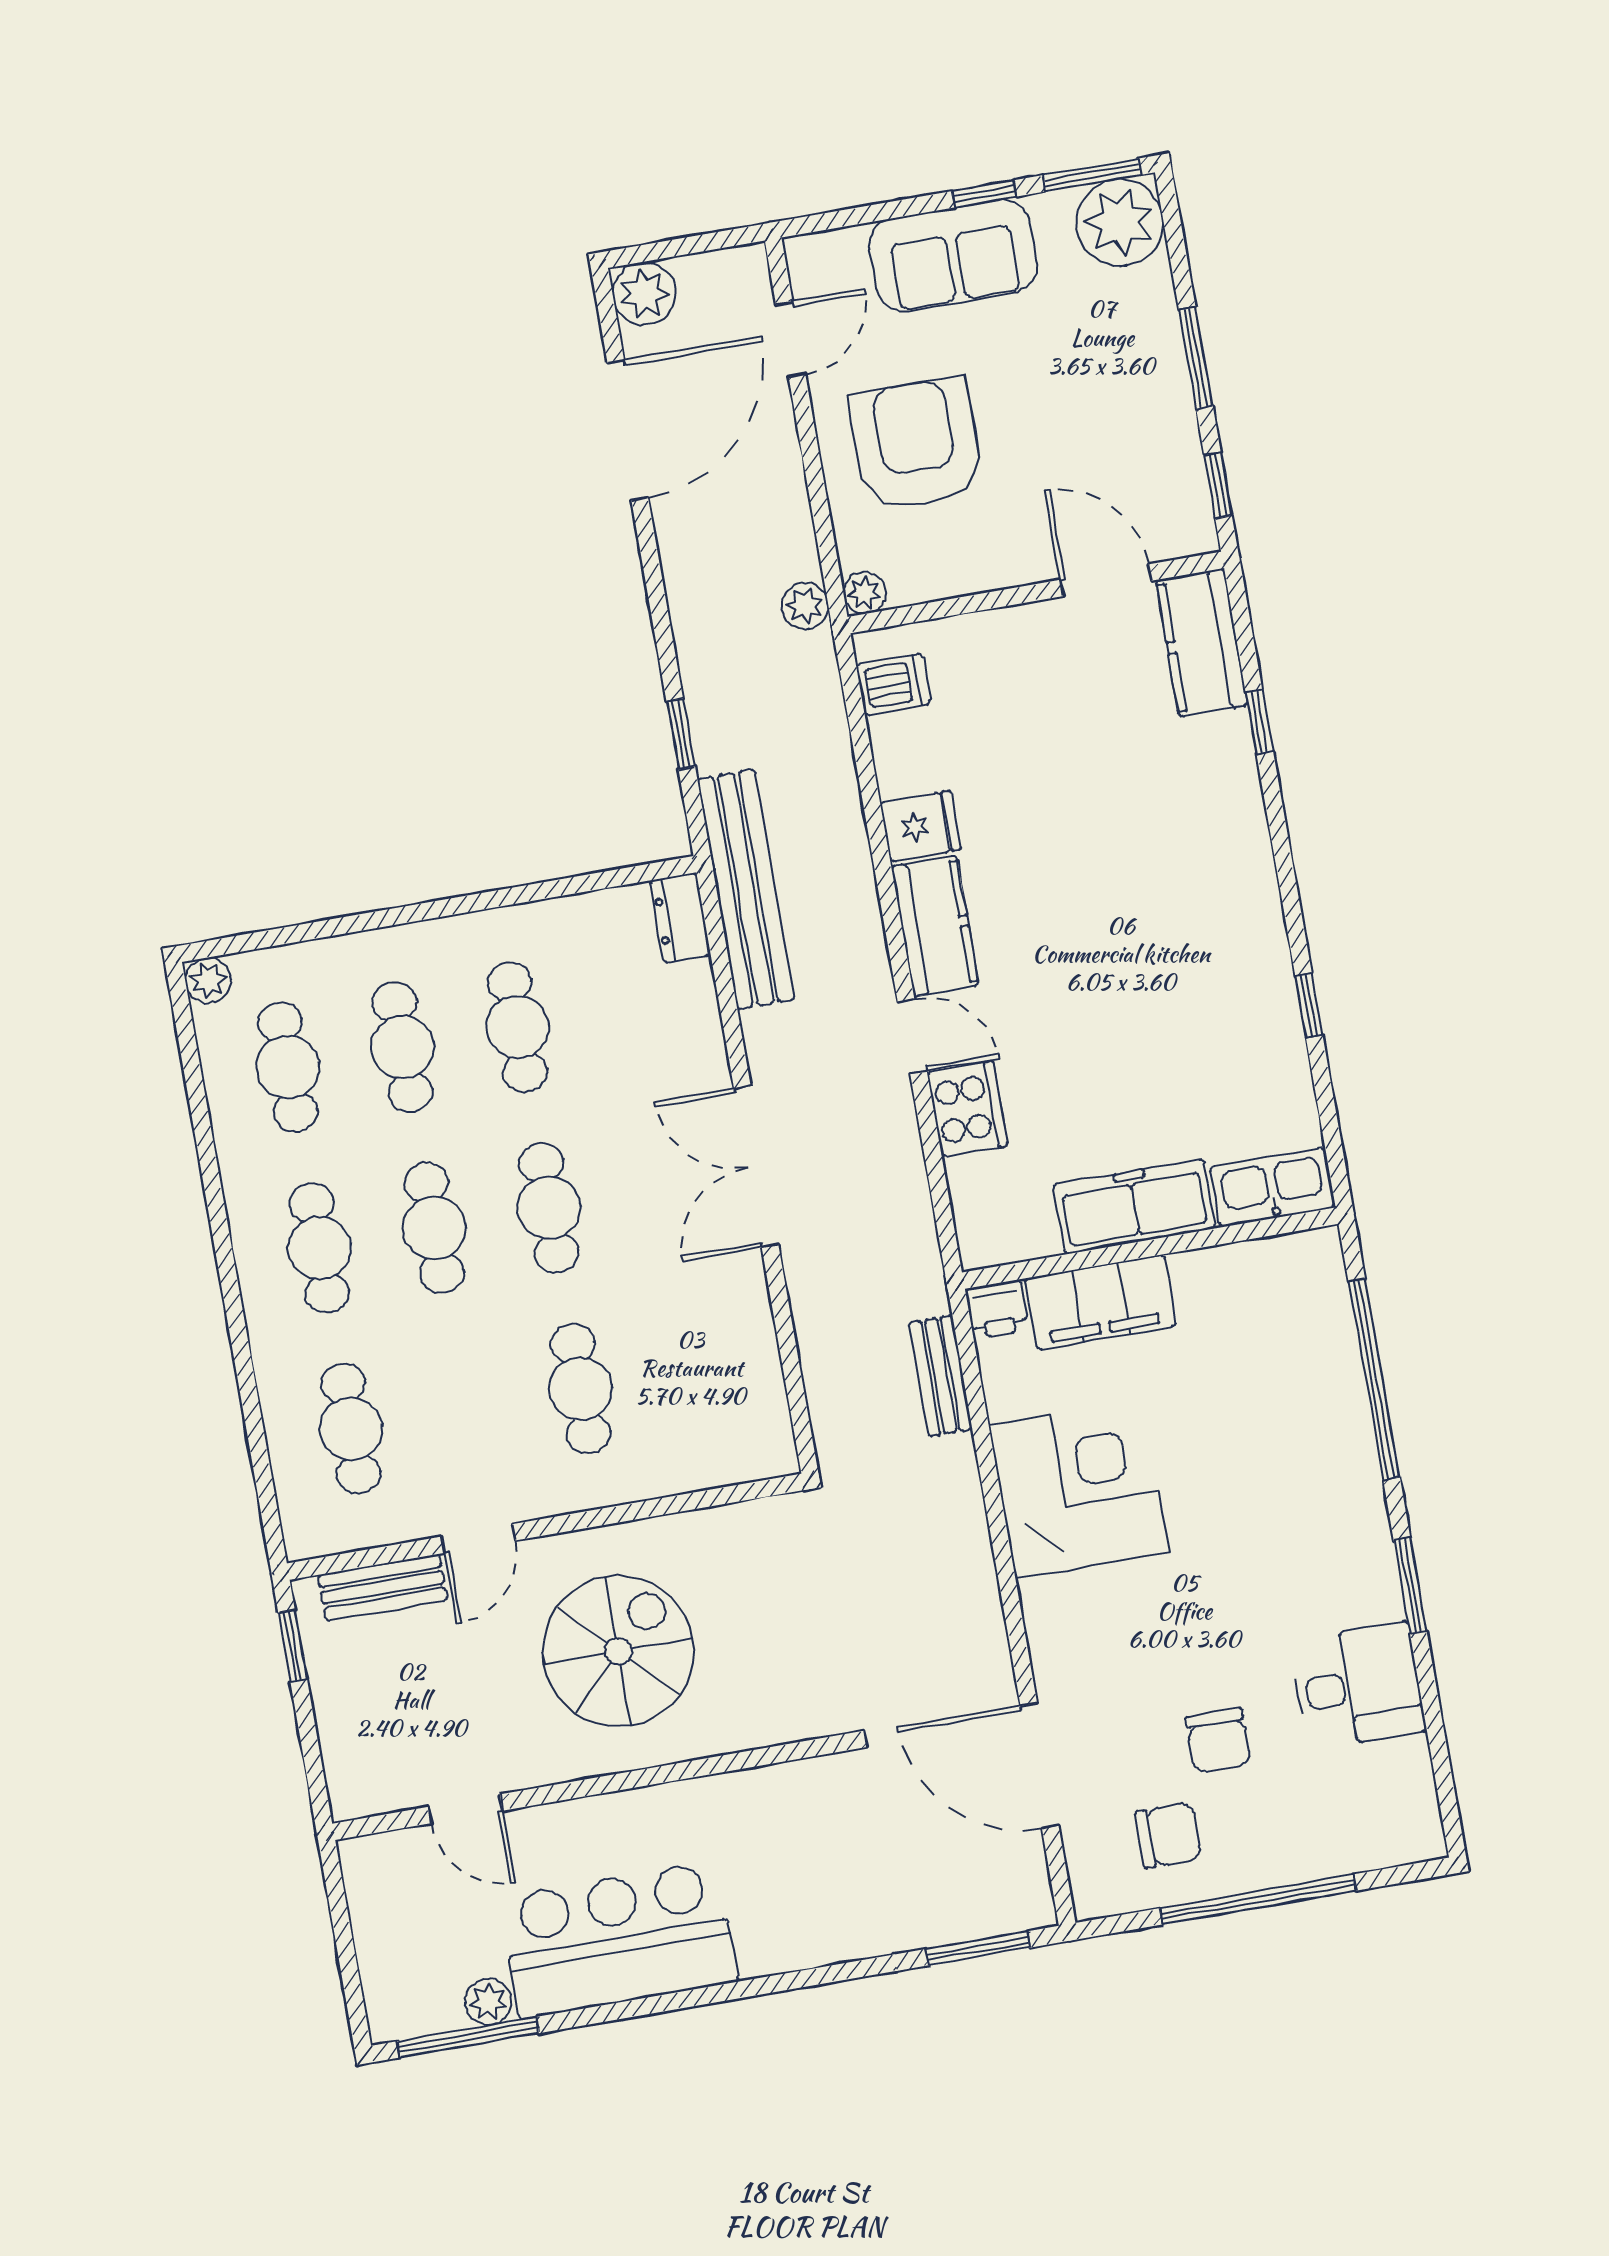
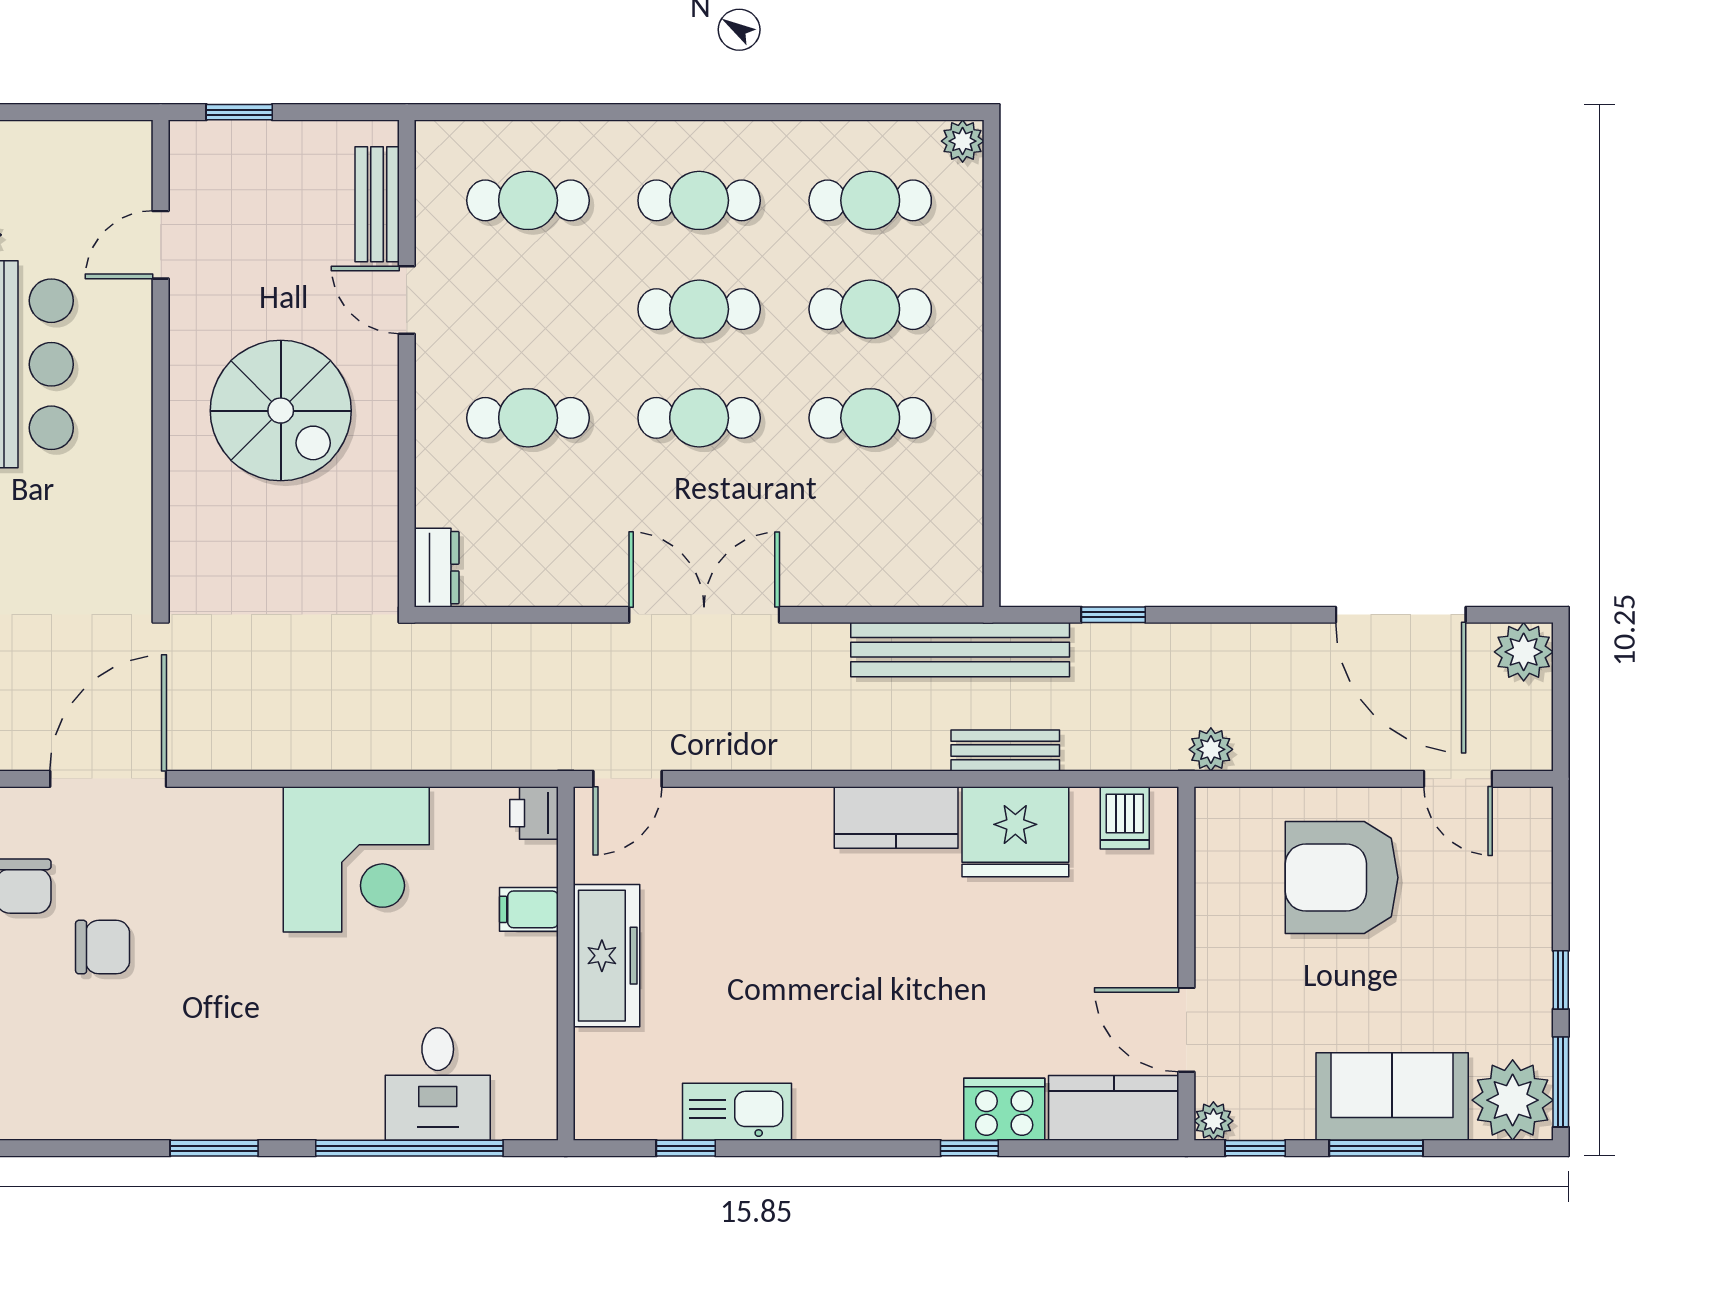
sofa: (953, 255) -> (1392, 1097), moved, turned 90
armchair: (916, 444) -> (1342, 878), turned 180
door: (1106, 580) -> (1186, 1030), swing flipped
plant: (864, 593) -> (1213, 1121), moved
window: (1259, 722) -> (969, 1148), moved
fridge: (921, 826) -> (1015, 832), width x1.88, depth x1.34
dresser: (680, 918) -> (437, 568), moved, turned 90
window: (1309, 1005) -> (686, 1148), moved
door: (912, 1036) -> (627, 779), moved
cooker: (967, 1109) -> (1004, 1109), moved, turned 180
kitchen sink: (1272, 1187) -> (737, 1112), moved, turned -90
filing cabinet: (1101, 1302) -> (529, 909), width x0.33, depth x0.86
bench: (941, 1376) -> (1005, 751), moved
window: (293, 1646) -> (239, 112), moved
desk: (1358, 1686) -> (438, 1084), moved
chair: (1218, 1741) -> (103, 947), turned 180

